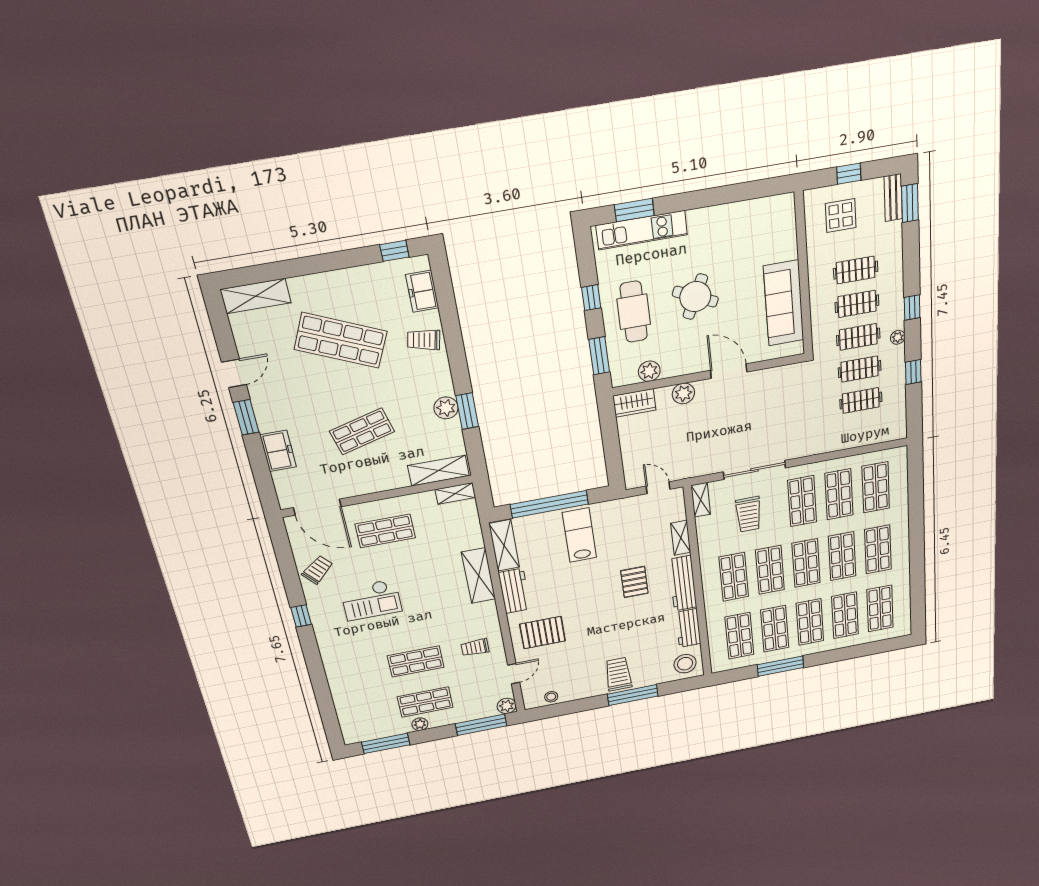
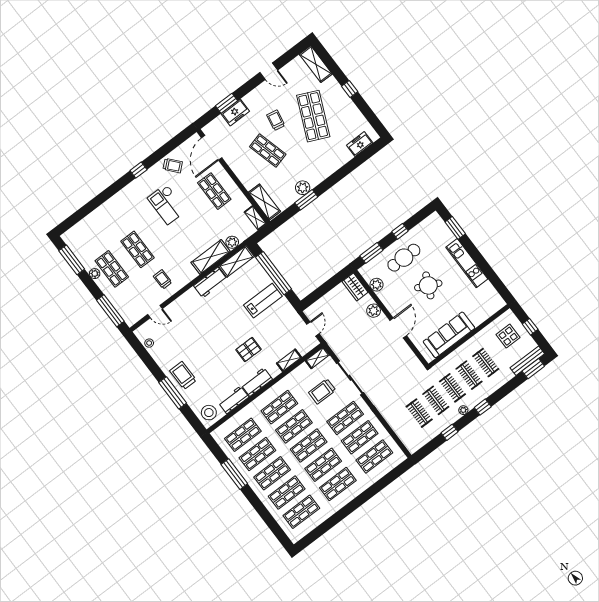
bench: (893, 198) -> (527, 361), width x1.36
kitchen unit: (642, 230) -> (467, 263), moved
window: (394, 251) -> (350, 89), moved
trolley: (424, 340) -> (276, 120), moved
window: (246, 417) -> (227, 103), moved
workbench: (683, 583) -> (257, 382), width x0.73
pallet: (543, 633) -> (191, 314), removed
trolley: (618, 674) -> (183, 375), turned -90
plant: (507, 706) -> (232, 242), moved

